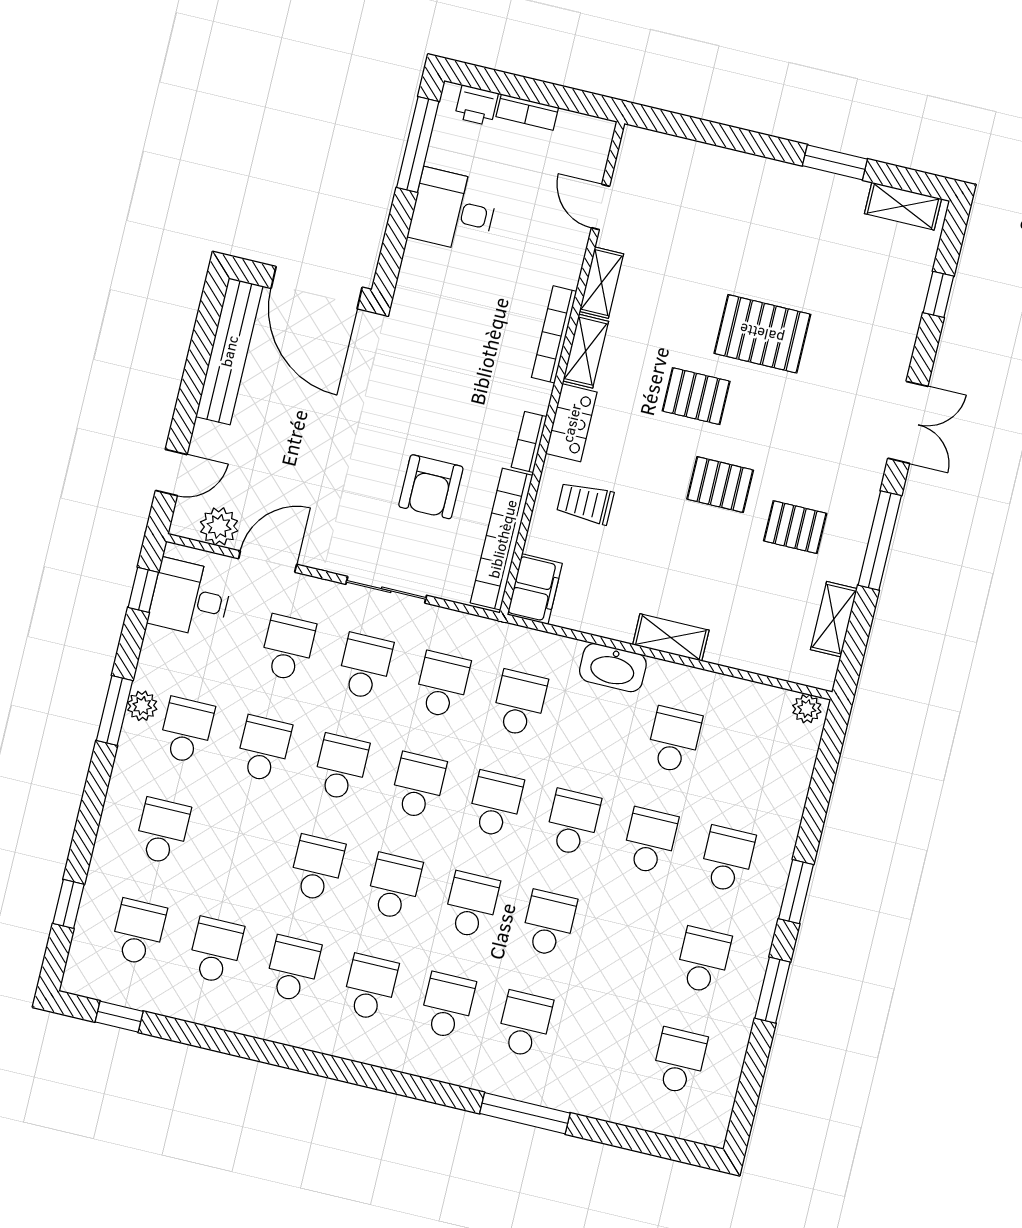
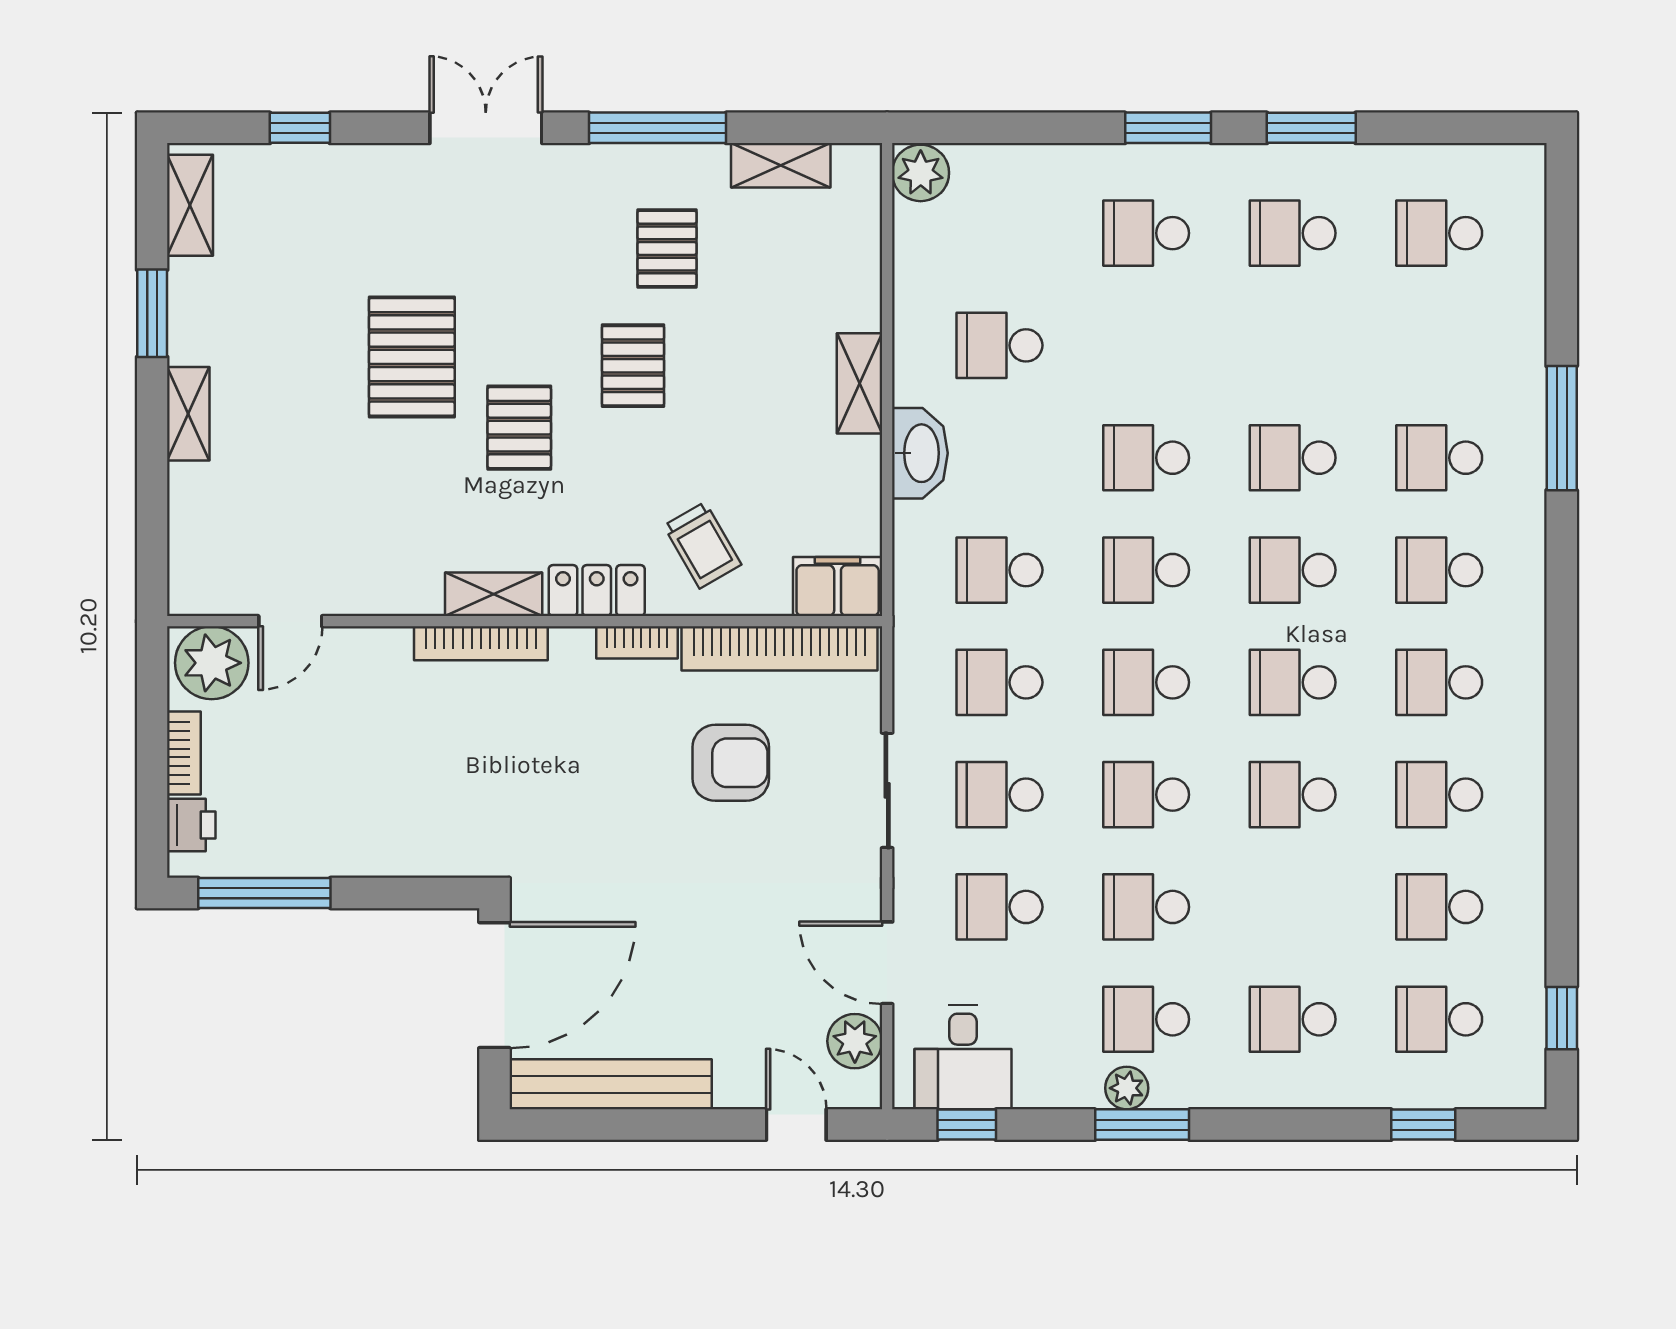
plant: (585, 146) -> (212, 663), added
desk: (453, 211) -> (344, 822), removed
shelving: (601, 283) -> (188, 414), moved, turned 90
trolley: (585, 503) -> (702, 545), turned -30
plant: (807, 709) -> (921, 173), width x1.38, depth x1.38
school desk: (650, 841) -> (1146, 345), removed

